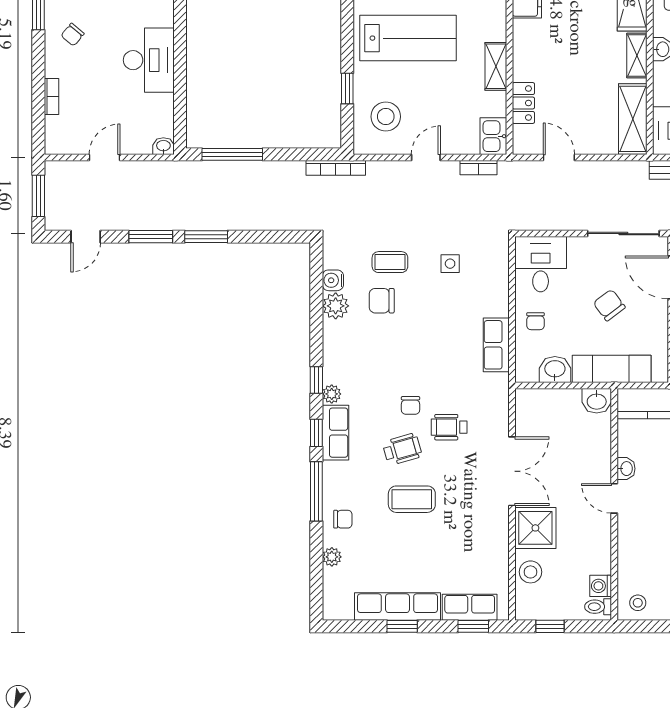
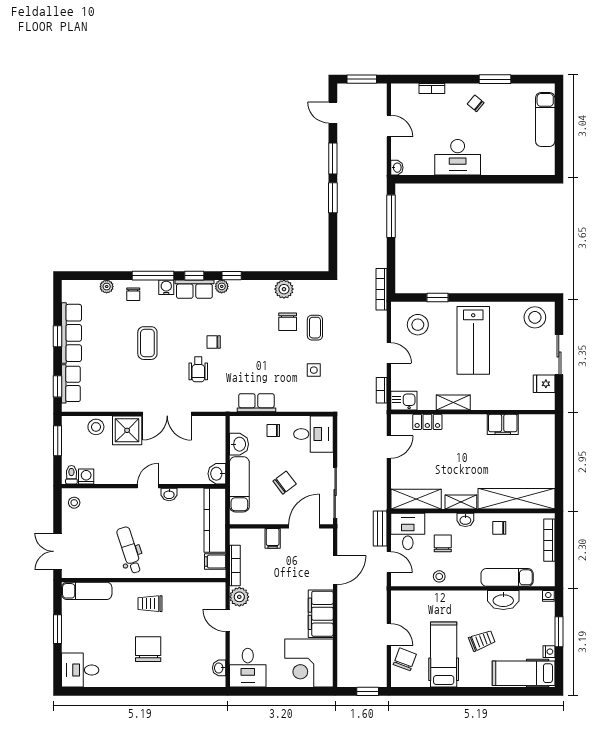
water cooler: (333, 280) -> (166, 287), moved
chair: (382, 301) -> (288, 322), turned 180
wheelchair: (449, 427) -> (198, 369), turned 180
wheelchair: (402, 449) -> (183, 336), removed
window: (550, 626) -> (58, 441), width x1.50

